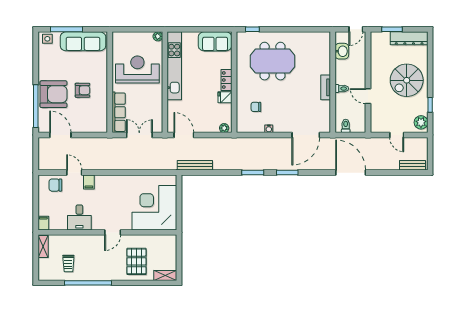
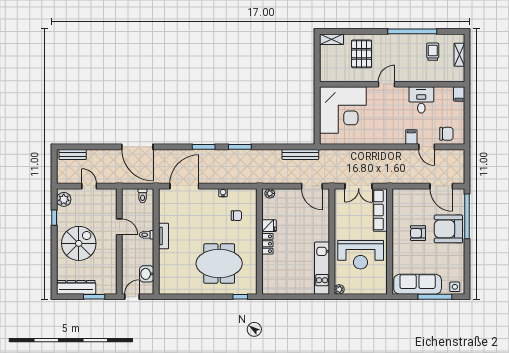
sofa: (215, 41) -> (279, 284), removed
kitchen unit: (174, 66) -> (322, 268), width x0.73
shelving: (43, 246) -> (459, 55), moved

